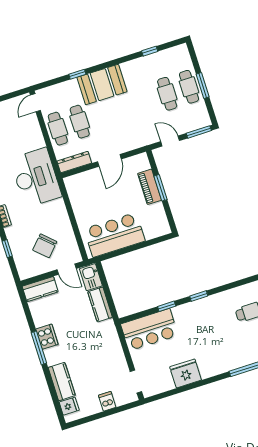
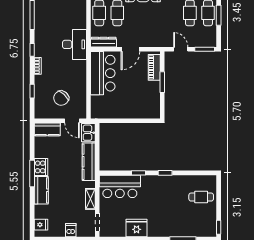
desk: (36, 178) -> (74, 44), width x0.73, depth x0.77
piano: (150, 187) -> (154, 67), moved
bar counter: (115, 235) -> (103, 73), moved, turned 90
kitchen counter: (100, 304) -> (89, 162), width x1.50
shelving: (119, 356) -> (90, 199), added
kitchen counter: (62, 382) -> (41, 190), moved

